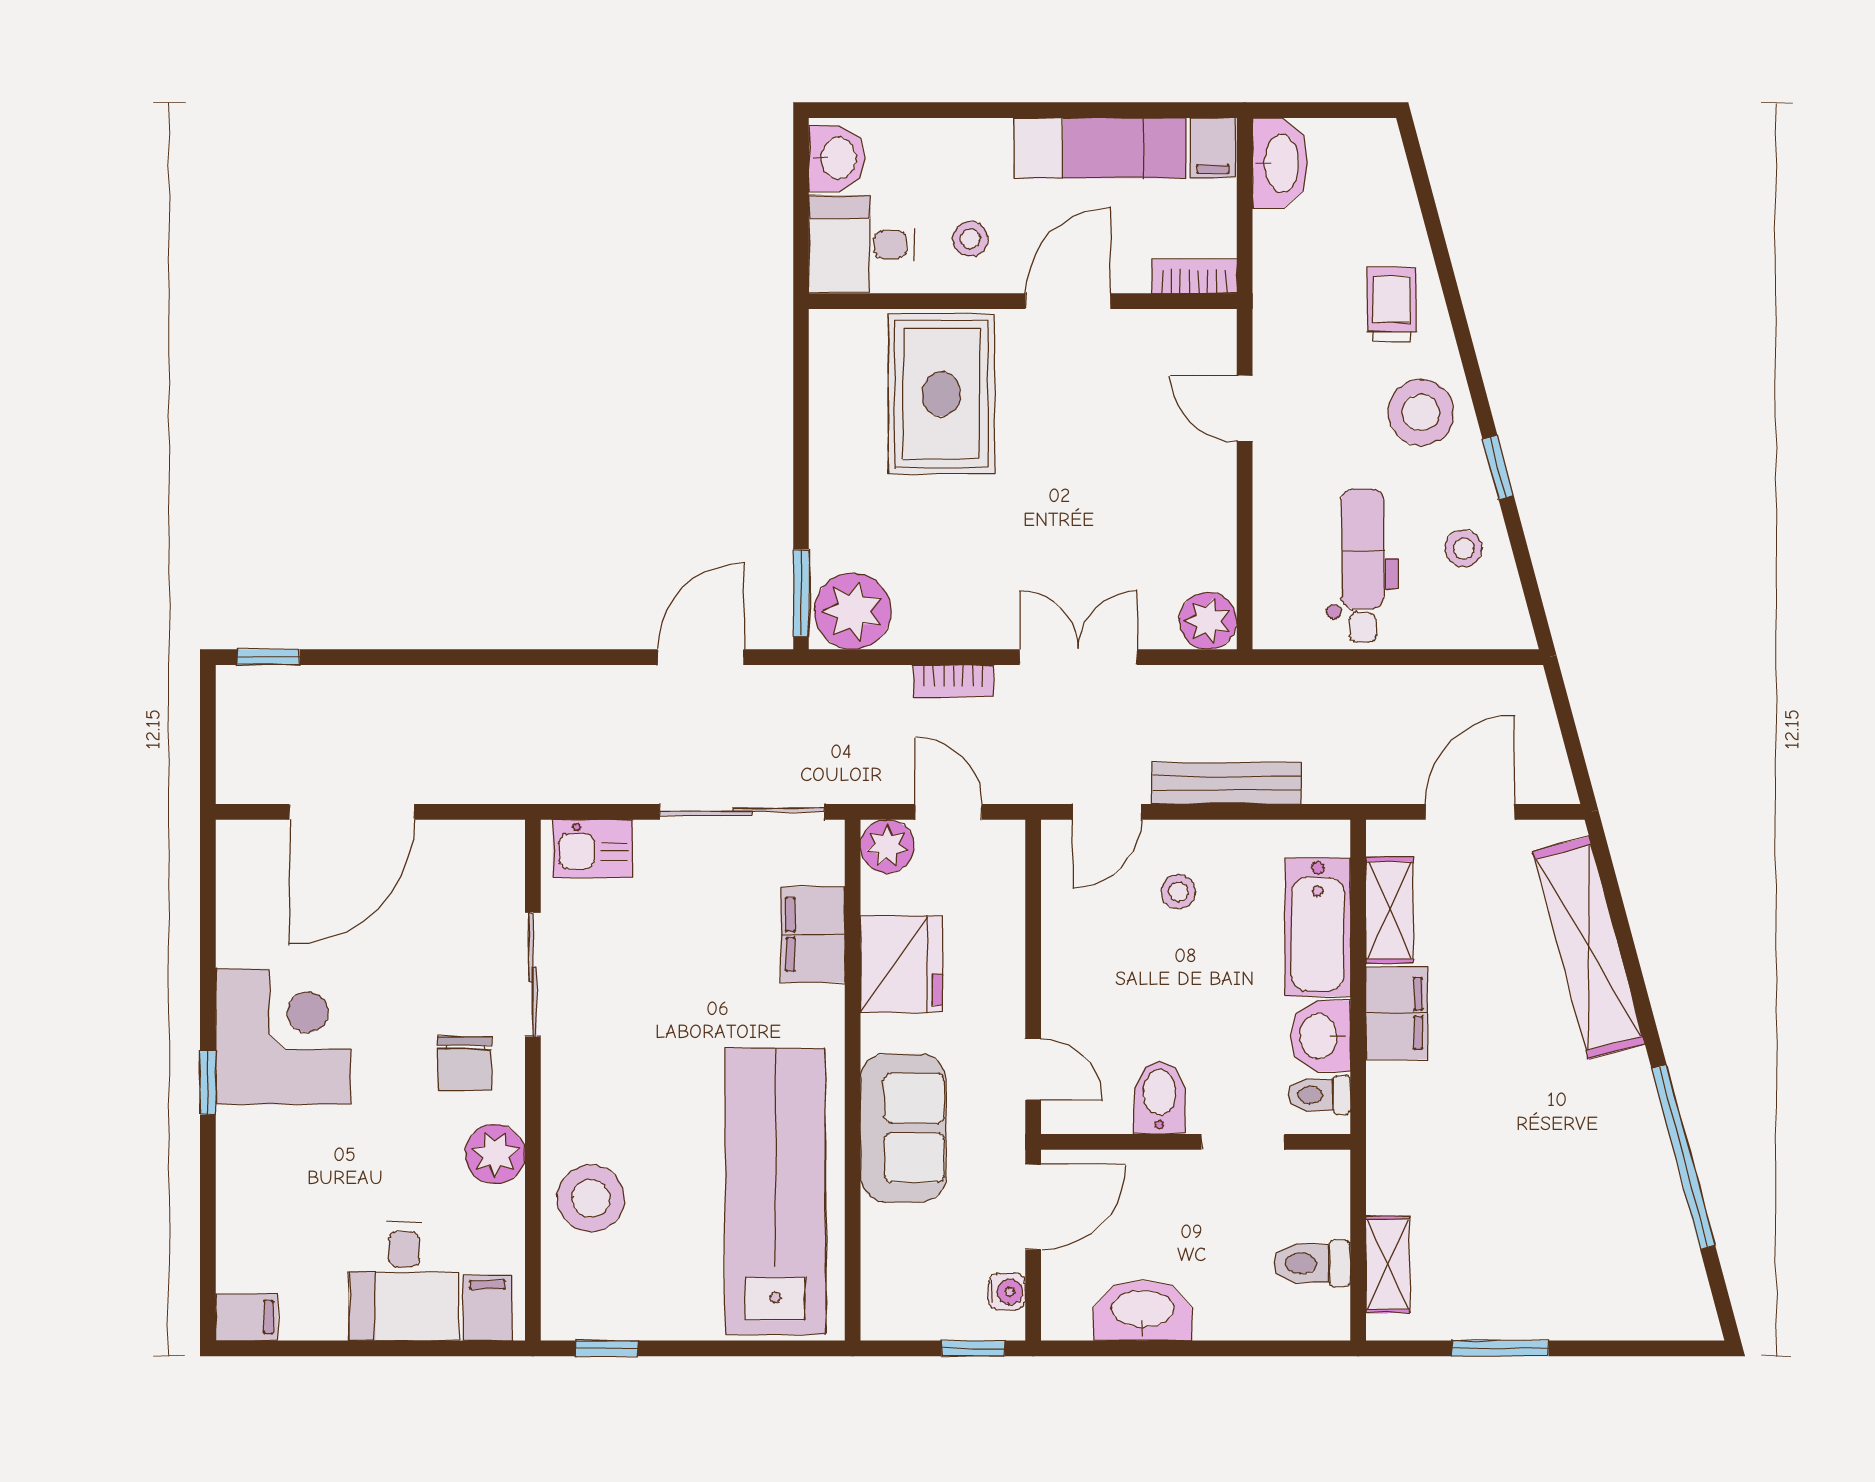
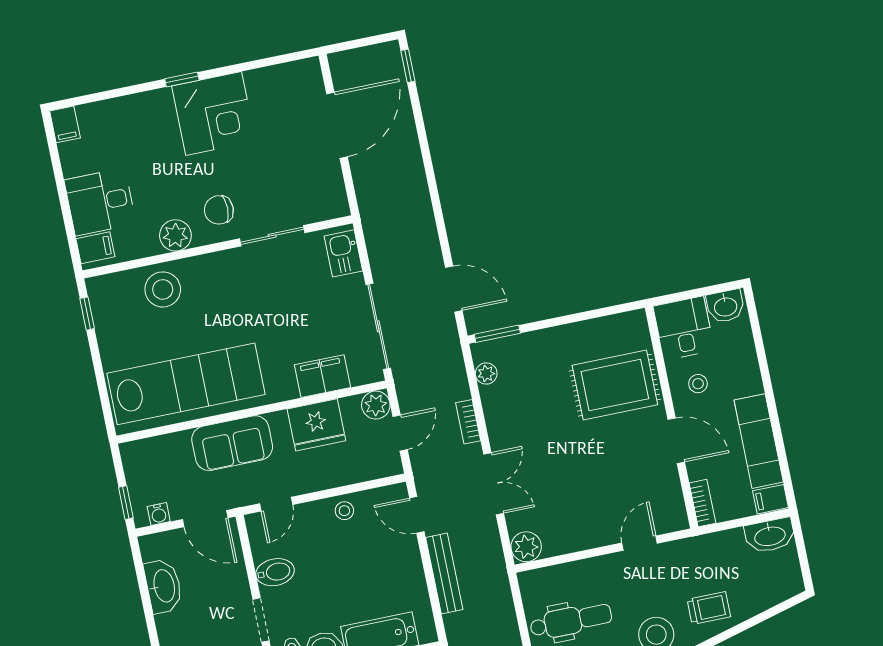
plant: (853, 611) -> (486, 374), width x0.53, depth x0.53
door: (352, 812) -> (337, 125), swing flipped
stool: (1178, 892) -> (344, 511), moved

